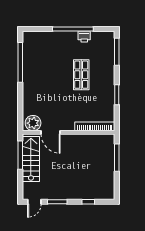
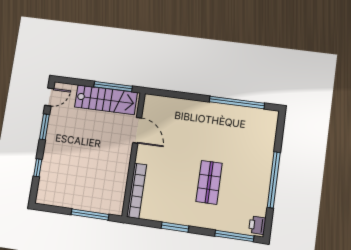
printer: (84, 37) -> (257, 225), moved
shop shelf: (81, 75) -> (209, 182), turned 90
plant: (33, 123) -> (153, 109), removed
door: (51, 132) -> (137, 130), swing flipped
door: (34, 202) -> (49, 97), swing flipped

